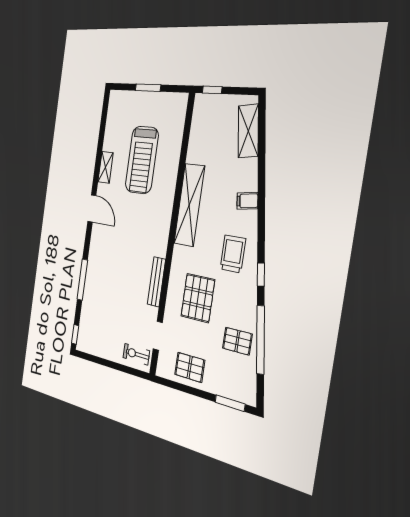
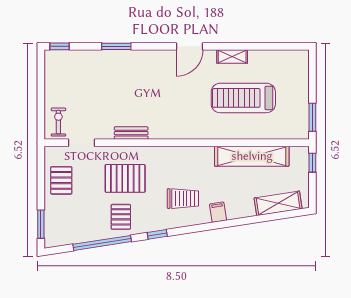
window: (148, 88) -> (312, 117), moved
shelving: (189, 205) -> (252, 156), moved
trolley: (233, 254) -> (183, 199), moved
window: (82, 280) -> (116, 46), width x0.69
bench: (156, 282) -> (131, 133), width x0.73
pallet: (237, 341) -> (121, 217), moved

